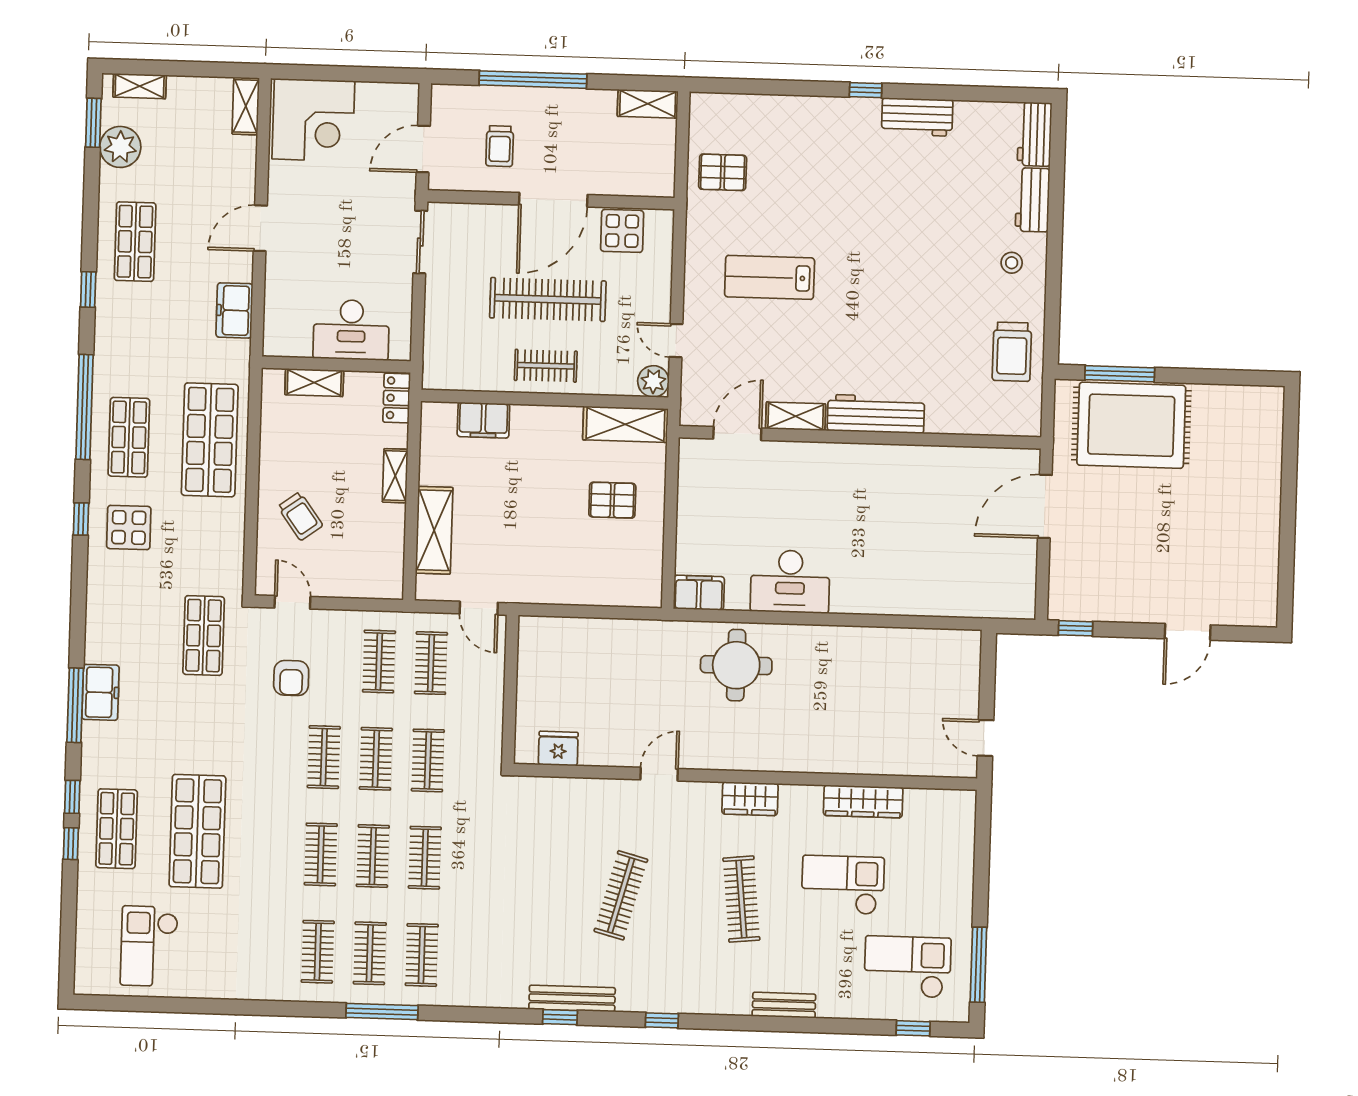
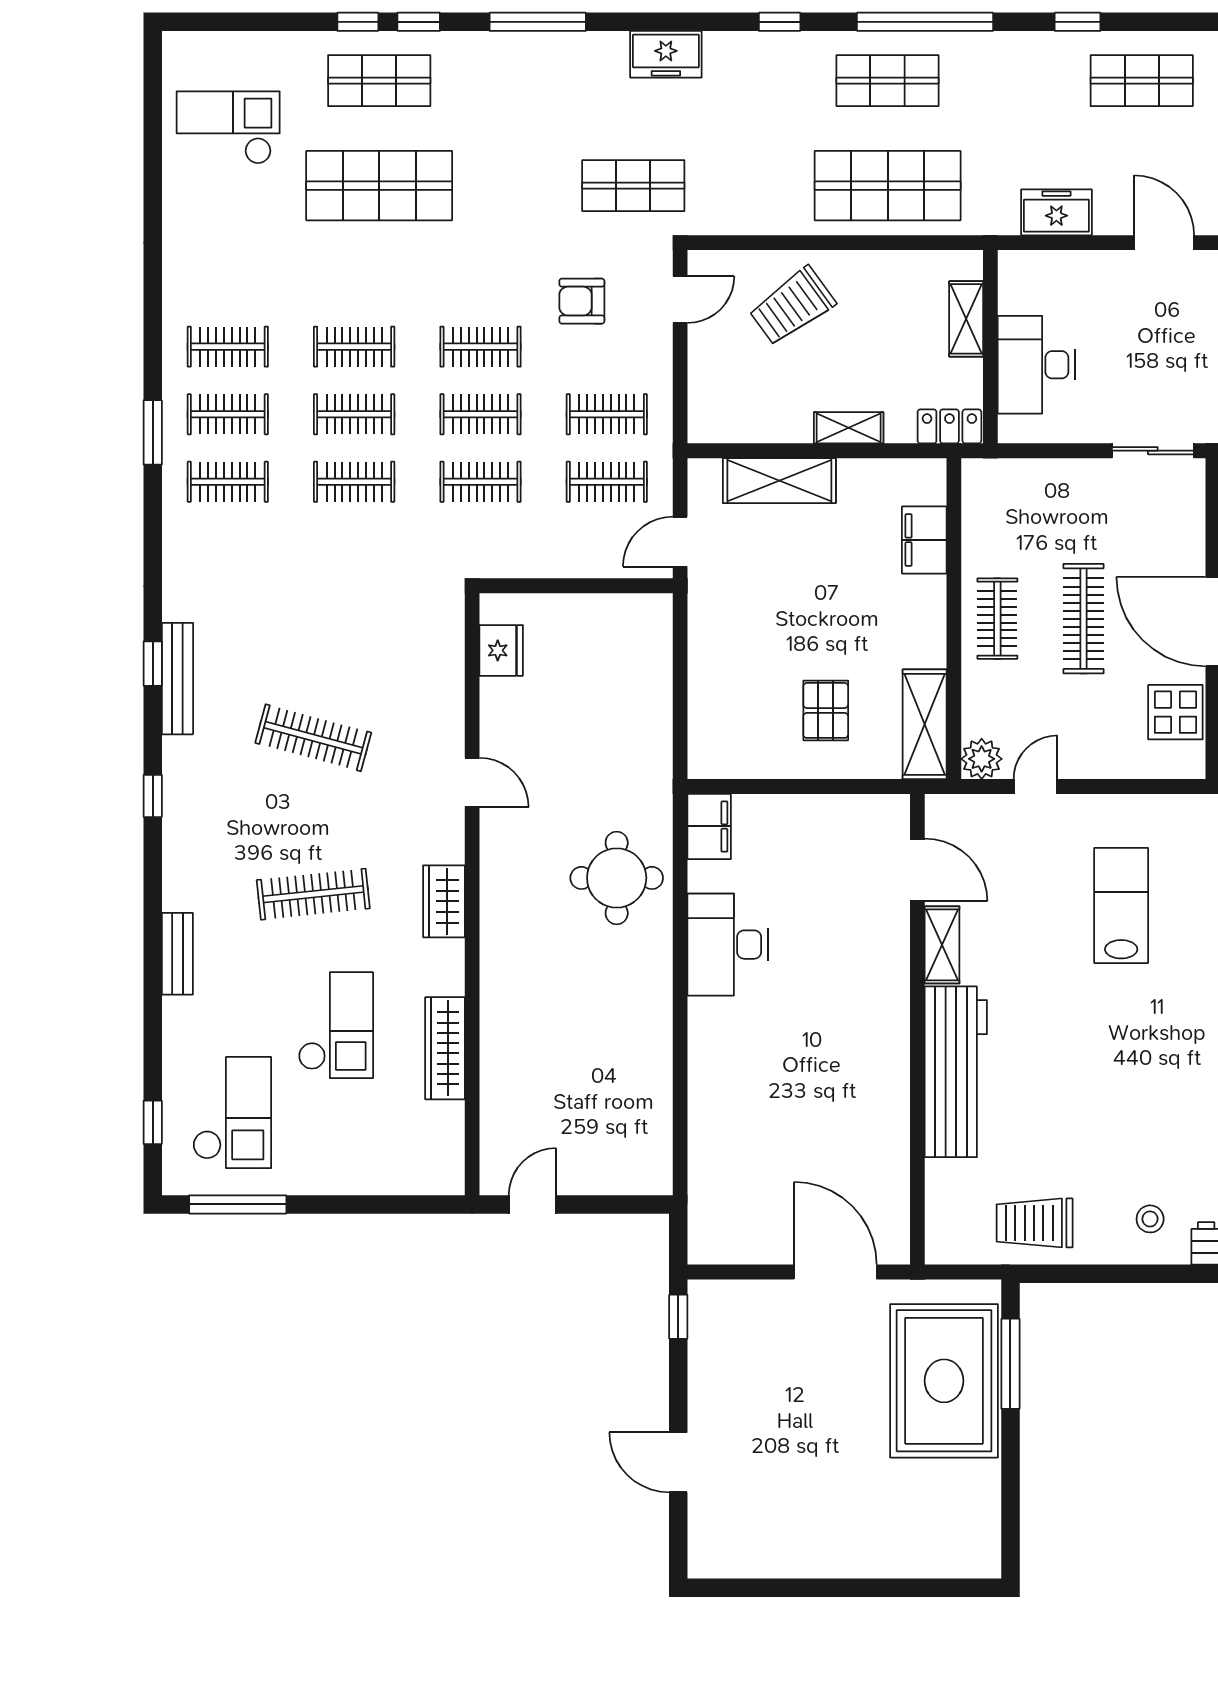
clothes rail: (548, 299) -> (1083, 619), width x0.73, depth x0.76
workbench: (876, 414) -> (956, 1072), width x1.36, depth x1.32
trolley: (300, 516) -> (792, 306), width x1.36, depth x1.39
display table: (129, 527) -> (770, 84), removed
freezer: (101, 692) -> (666, 54), moved
window: (382, 1012) -> (153, 432), width x0.69

